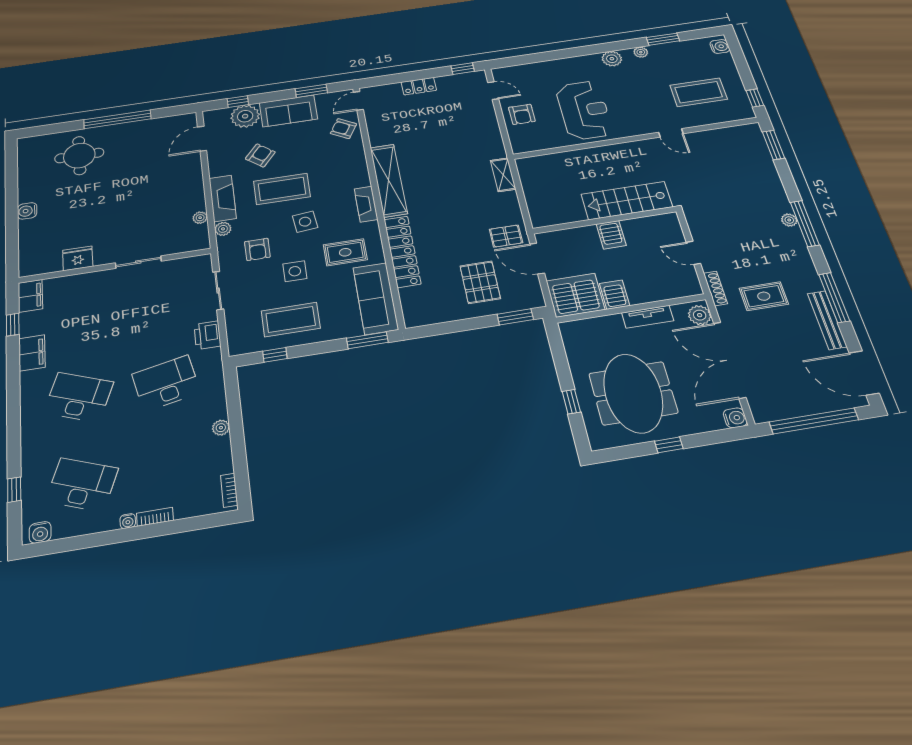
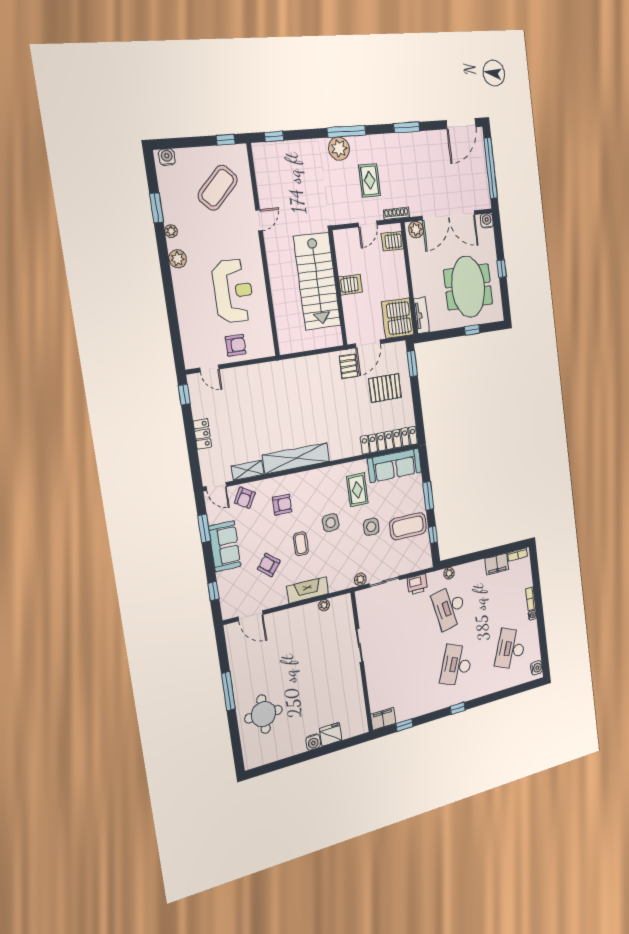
door: (493, 91) -> (209, 369), swing flipped
coffee table: (699, 92) -> (218, 188), turned 45
reception desk: (584, 110) -> (233, 291), turned 90
plant: (245, 116) -> (229, 583), removed
window: (117, 119) -> (228, 691), width x0.68
window: (773, 145) -> (274, 136), width x0.67
shelving: (503, 175) -> (247, 470), moved
coffee table: (282, 189) -> (301, 544), width x0.54, depth x0.58
stairs: (627, 201) -> (317, 281), width x1.36, depth x1.51
fireplace: (366, 204) -> (317, 476), removed
plant: (789, 220) -> (339, 149), width x1.87, depth x1.87
plant: (223, 229) -> (360, 579), moved
armchair: (257, 249) -> (282, 505), moved
locker: (402, 251) -> (389, 440), moved
fridge: (78, 258) -> (331, 734), moved, turned 90
server rack: (614, 295) -> (392, 241), moved
rug: (764, 296) -> (370, 181), moved
window: (834, 298) -> (407, 127), width x0.69
tv unit: (648, 317) -> (421, 315), moved
coffee table: (291, 319) -> (408, 526), turned 90
bench: (827, 320) -> (423, 138), removed
window: (367, 340) -> (428, 496), moved
filing cabinet: (32, 353) -> (497, 564), moved, turned 180
meeting table: (633, 393) -> (468, 287), turned 90
plant: (221, 428) -> (449, 573), moved
window: (14, 490) -> (458, 708), moved

